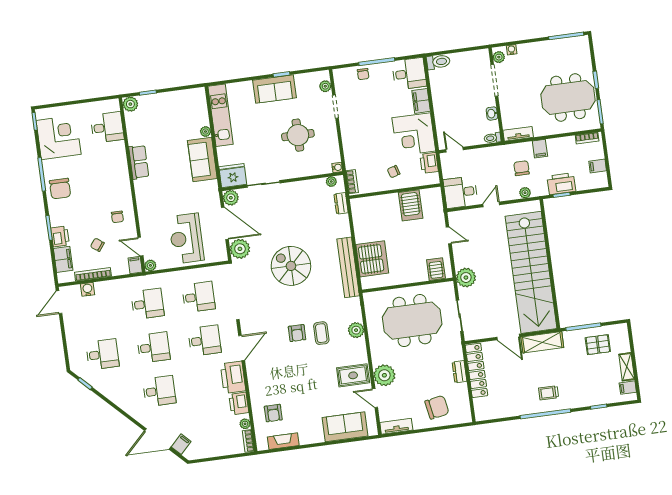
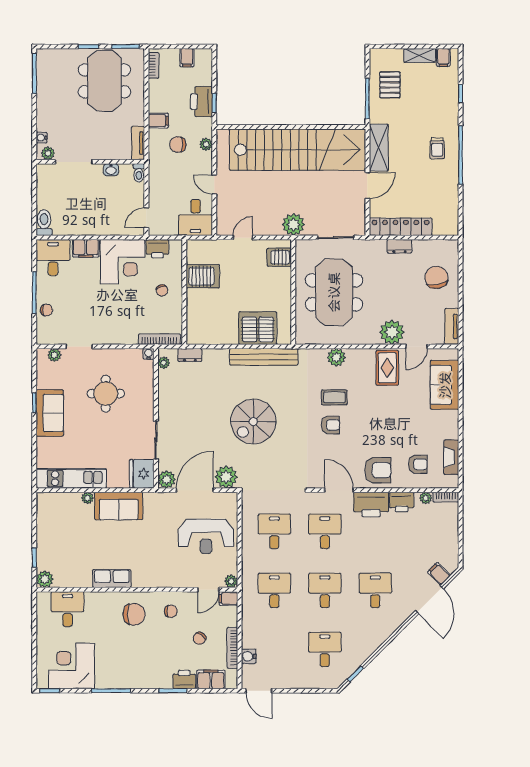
bookcase: (352, 182) -> (159, 339), width x1.56
chair: (60, 189) -> (134, 614), moved
armchair: (264, 379) -> (378, 470), added

